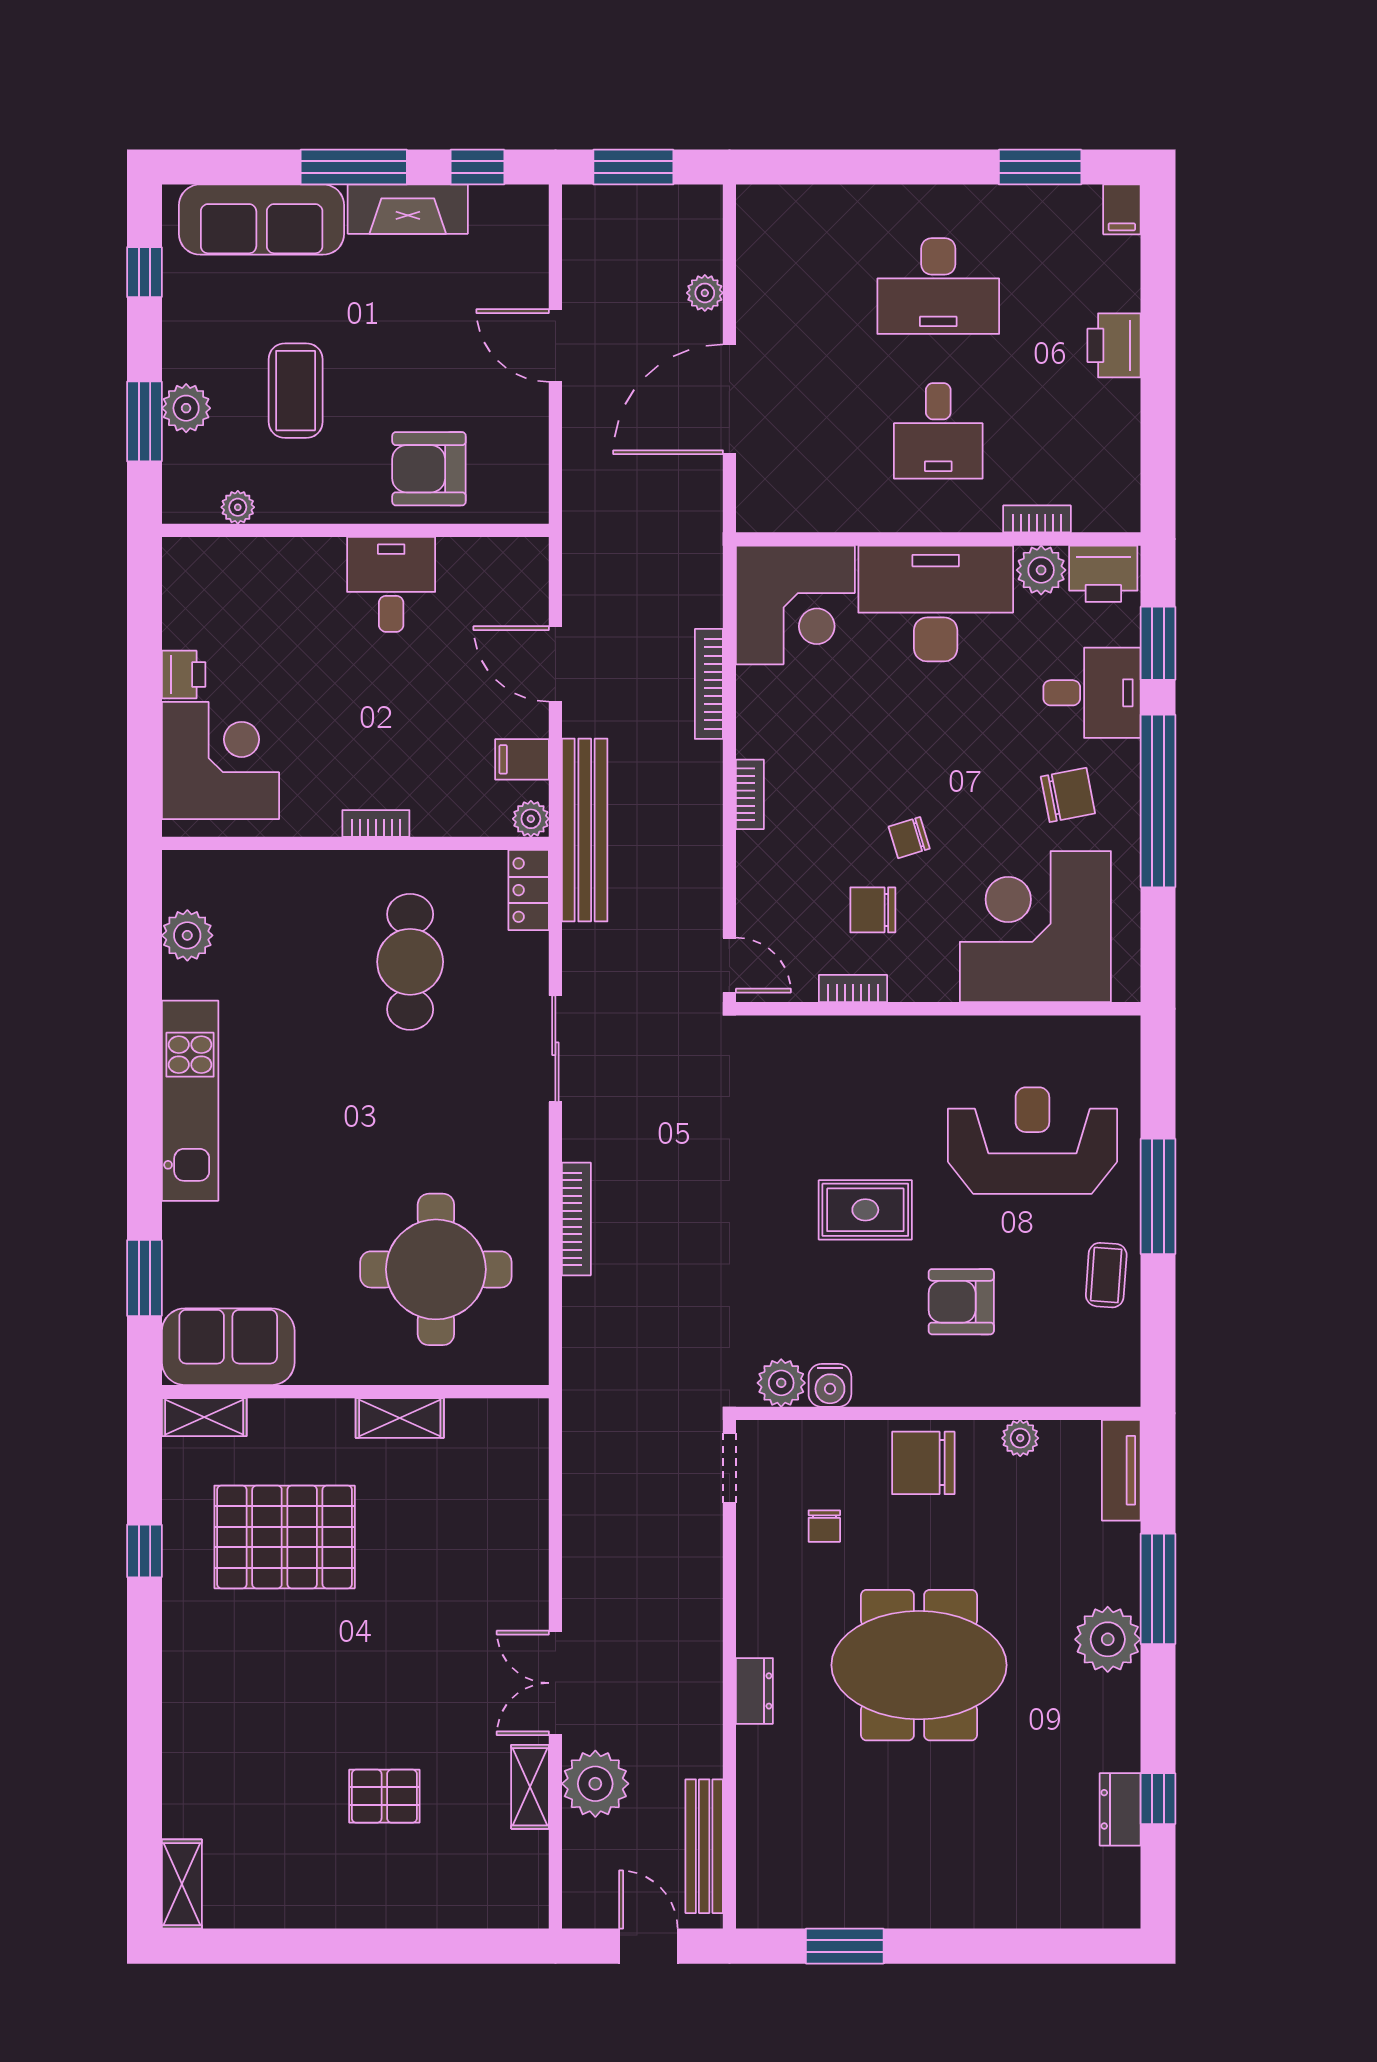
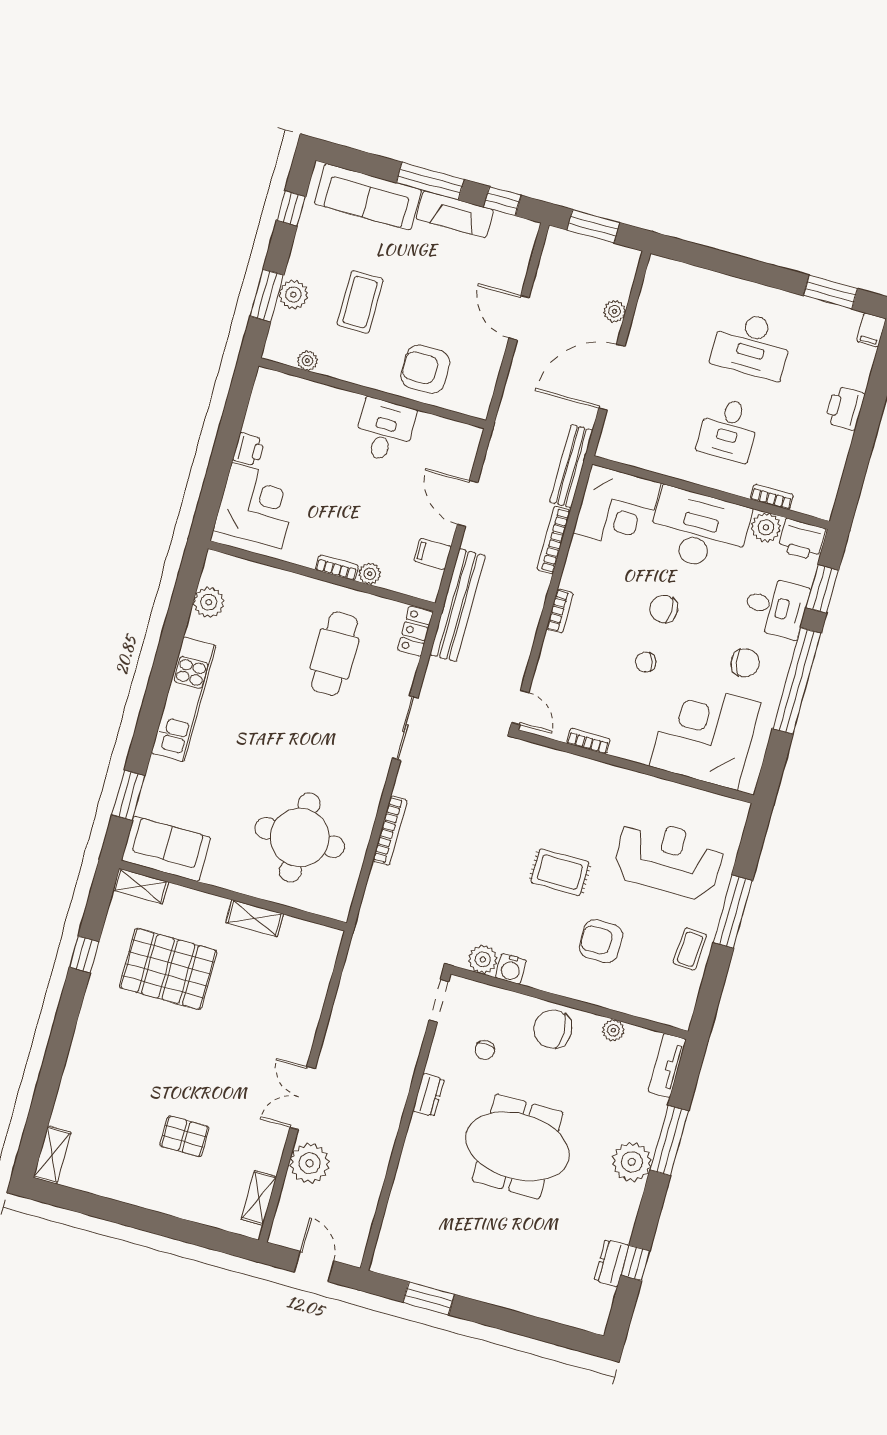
plant: (531, 819) -> (370, 574), moved
chair: (873, 910) -> (664, 609), moved
dresser: (754, 1691) -> (428, 1095), moved
shelving: (530, 1787) -> (259, 1198), moved
bench: (704, 1846) -> (571, 466), moved

